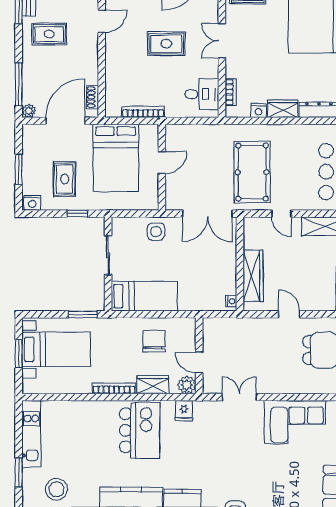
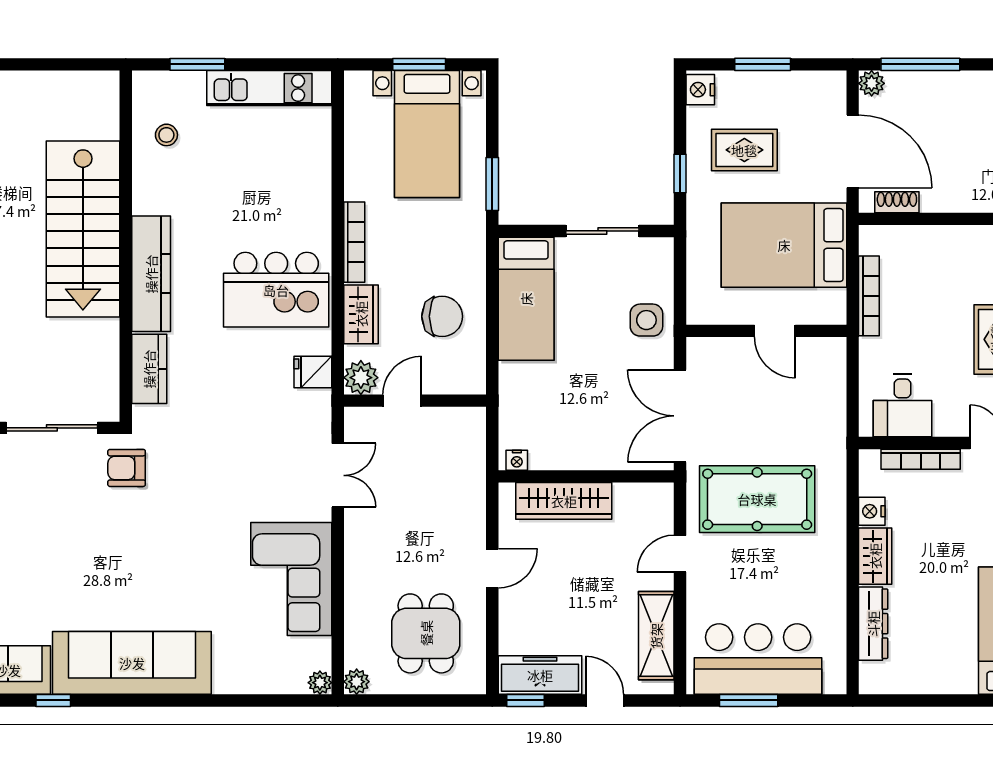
bookcase: (231, 92) -> (921, 459), width x1.56
stool: (57, 489) -> (166, 135), width x0.53, depth x0.53

